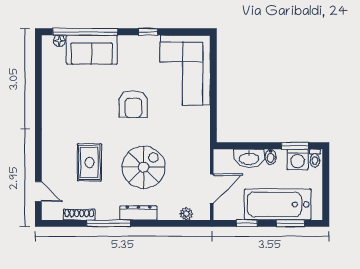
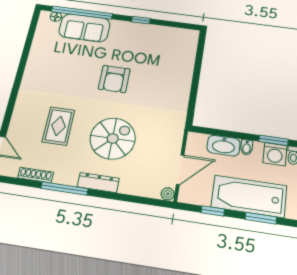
corner sofa: (185, 70) -> (171, 57), removed
plant: (186, 214) -> (168, 194), moved

